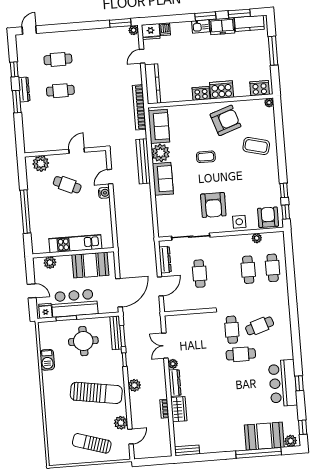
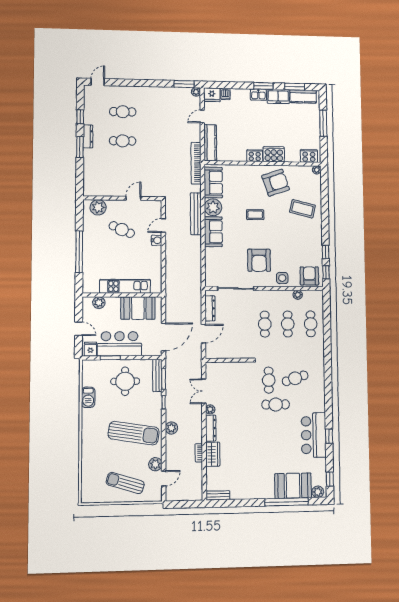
cafe table: (200, 274) -> (265, 324), moved

